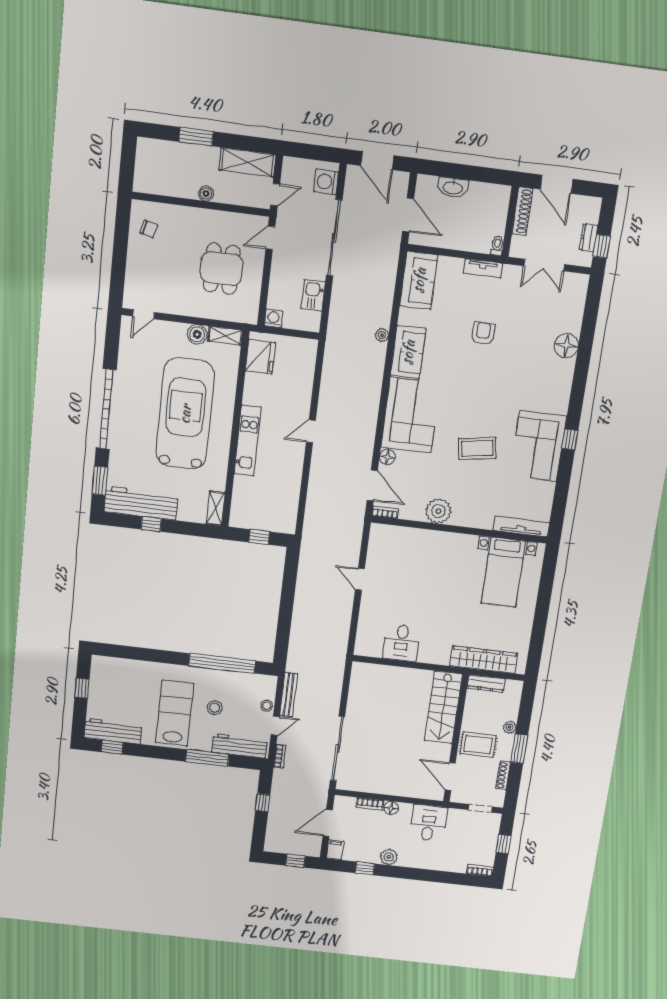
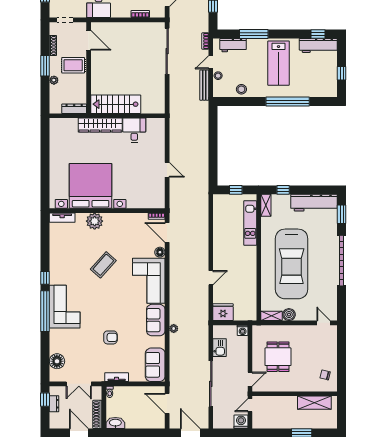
shelving: (248, 162) -> (314, 403), moved
washing machine: (326, 182) -> (241, 422), moved, turned -90
washbasin: (453, 188) -> (115, 423), moved
boiler: (206, 194) -> (292, 400), removed
double door: (544, 265) -> (79, 384), swing flipped
door: (144, 314) -> (323, 323), hinge flipped
armchair: (483, 333) -> (110, 337), turned -90
floor lamp: (566, 346) -> (57, 361), moved
fridge: (260, 357) -> (223, 312), moved, turned 90
window: (578, 388) -> (45, 311), added
door: (311, 431) -> (211, 278), moved
kitchen unit: (248, 440) -> (250, 223), moved
corner sofa: (538, 446) -> (65, 307), moved
coffee table: (477, 448) -> (103, 265), turned -39
plant: (438, 511) -> (95, 221), moved
window: (151, 524) -> (283, 190), moved
tv unit: (521, 526) -> (62, 218), width x0.71
bed with nightstands: (503, 572) -> (91, 186), width x1.85
wardrobe: (484, 660) -> (100, 125), moved
window: (222, 663) -> (288, 102), moved
stairs: (443, 707) -> (116, 104), moved, turned -90
stool: (215, 708) -> (241, 89), moved
workbench: (239, 746) -> (233, 45), width x0.73
floor lamp: (391, 808) -> (125, 13), removed

